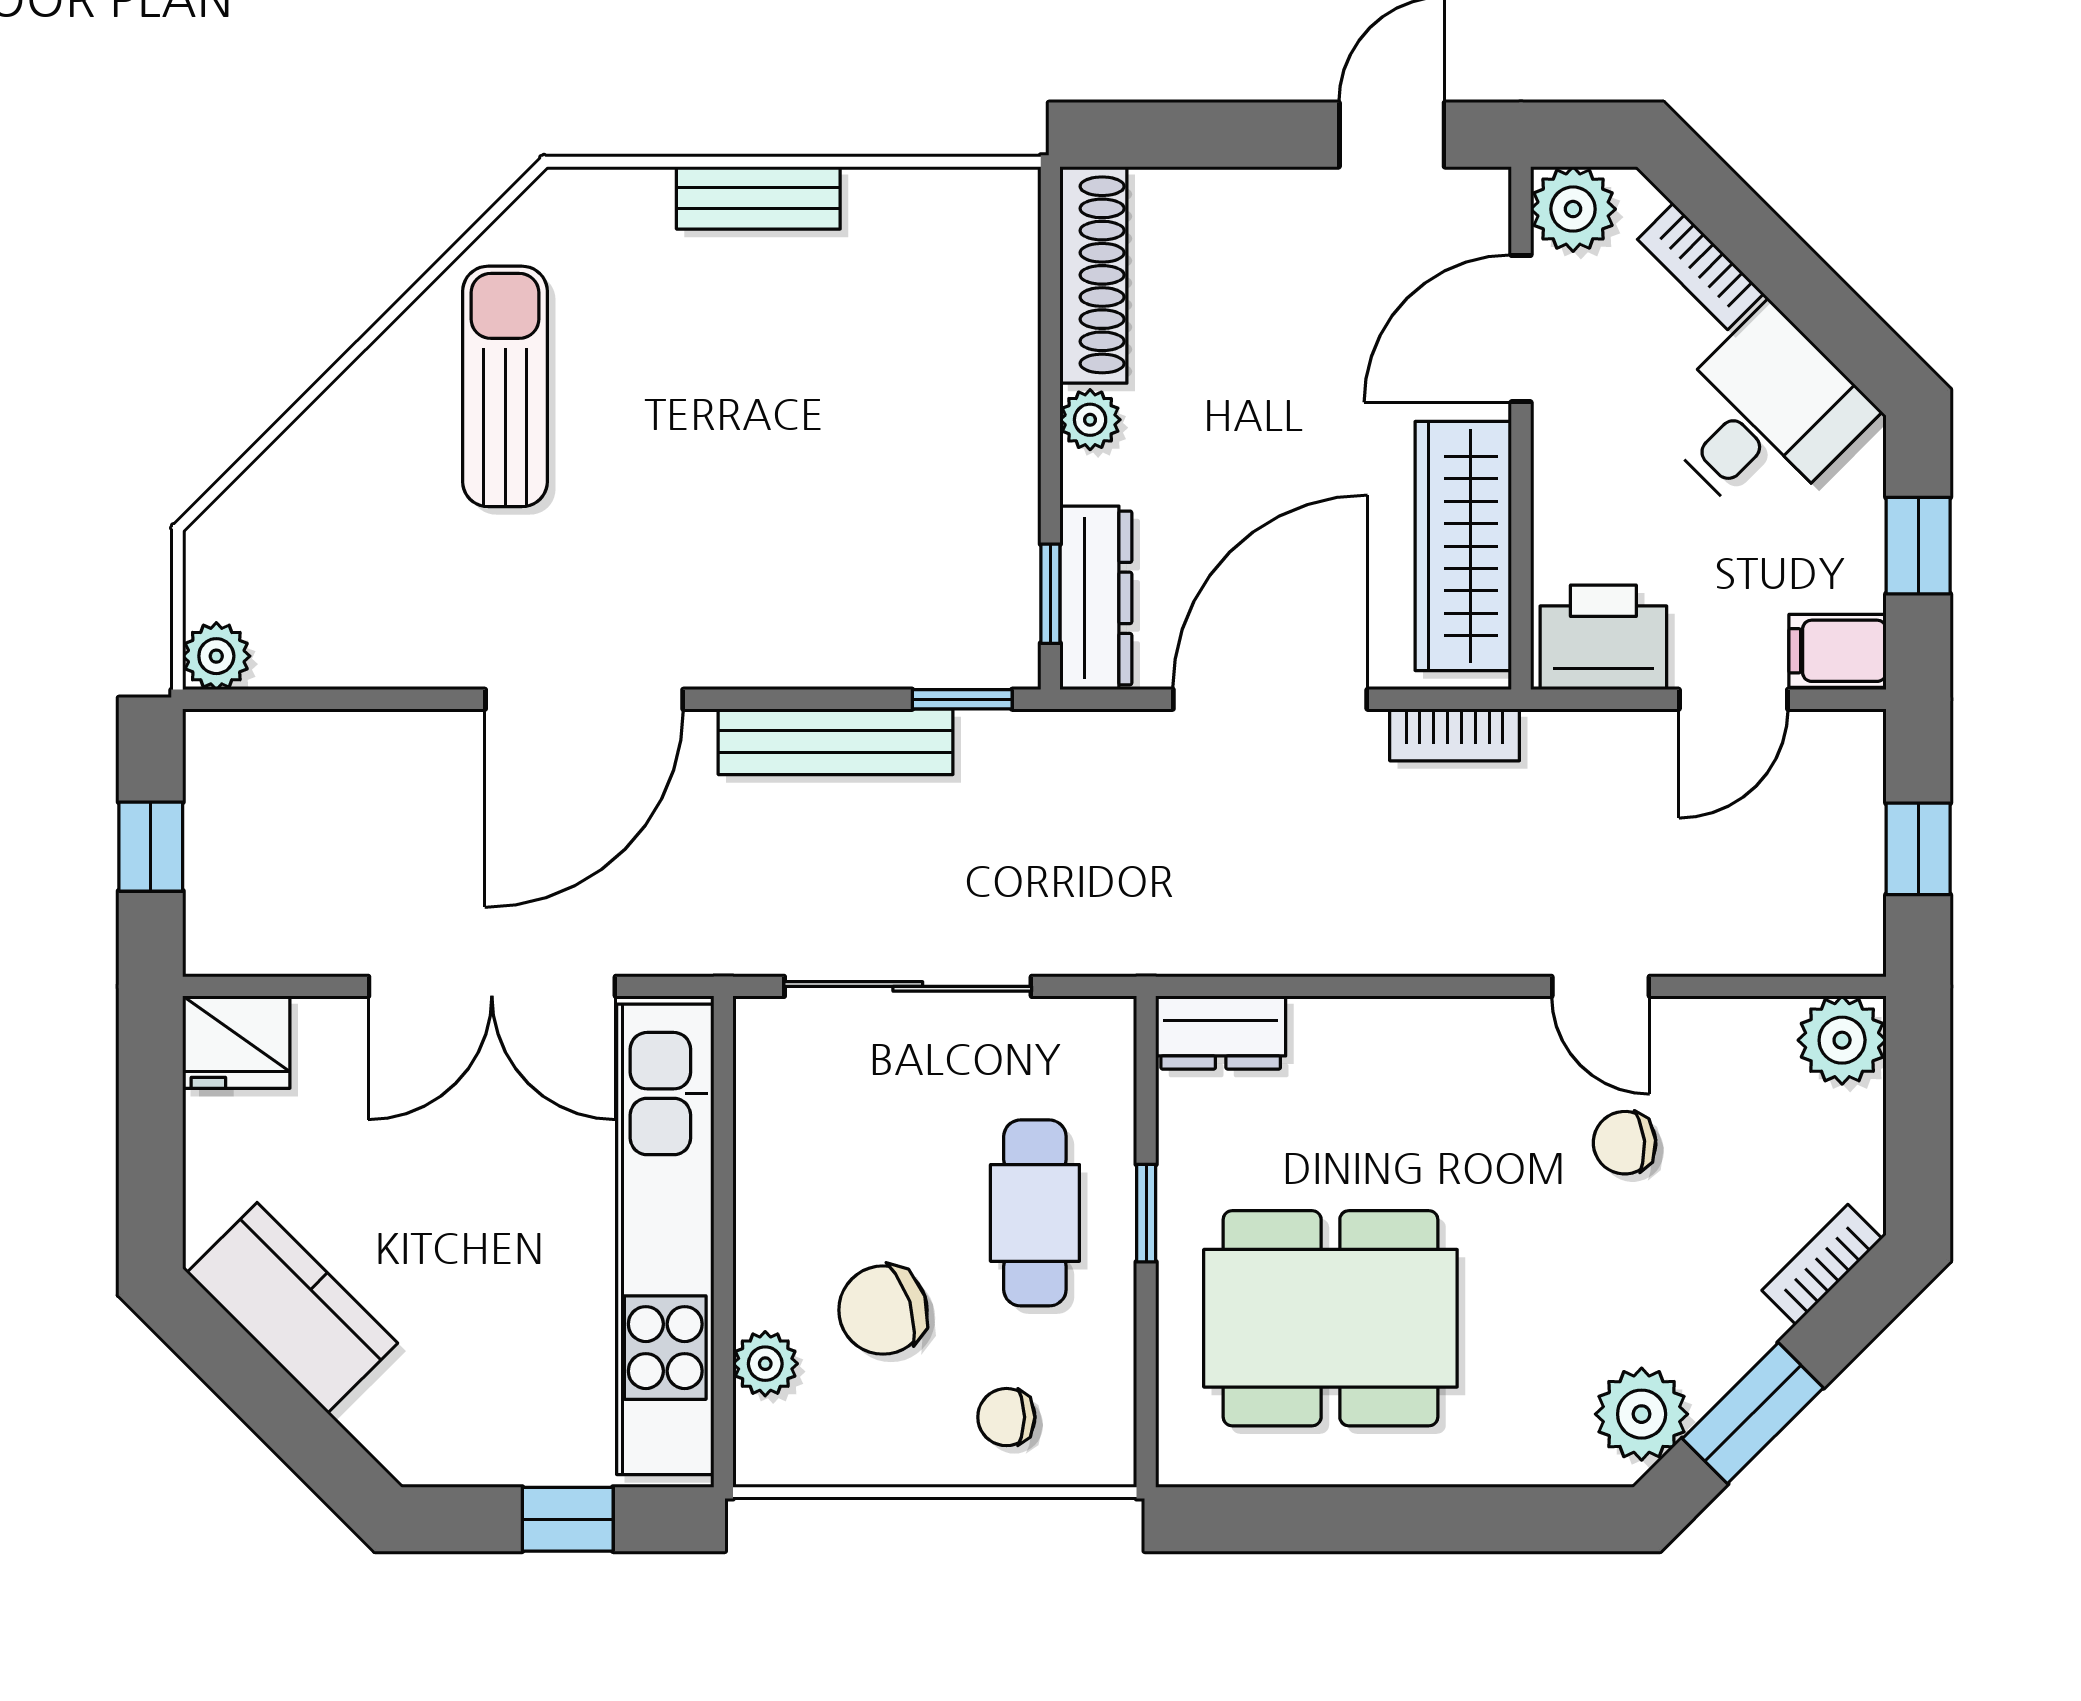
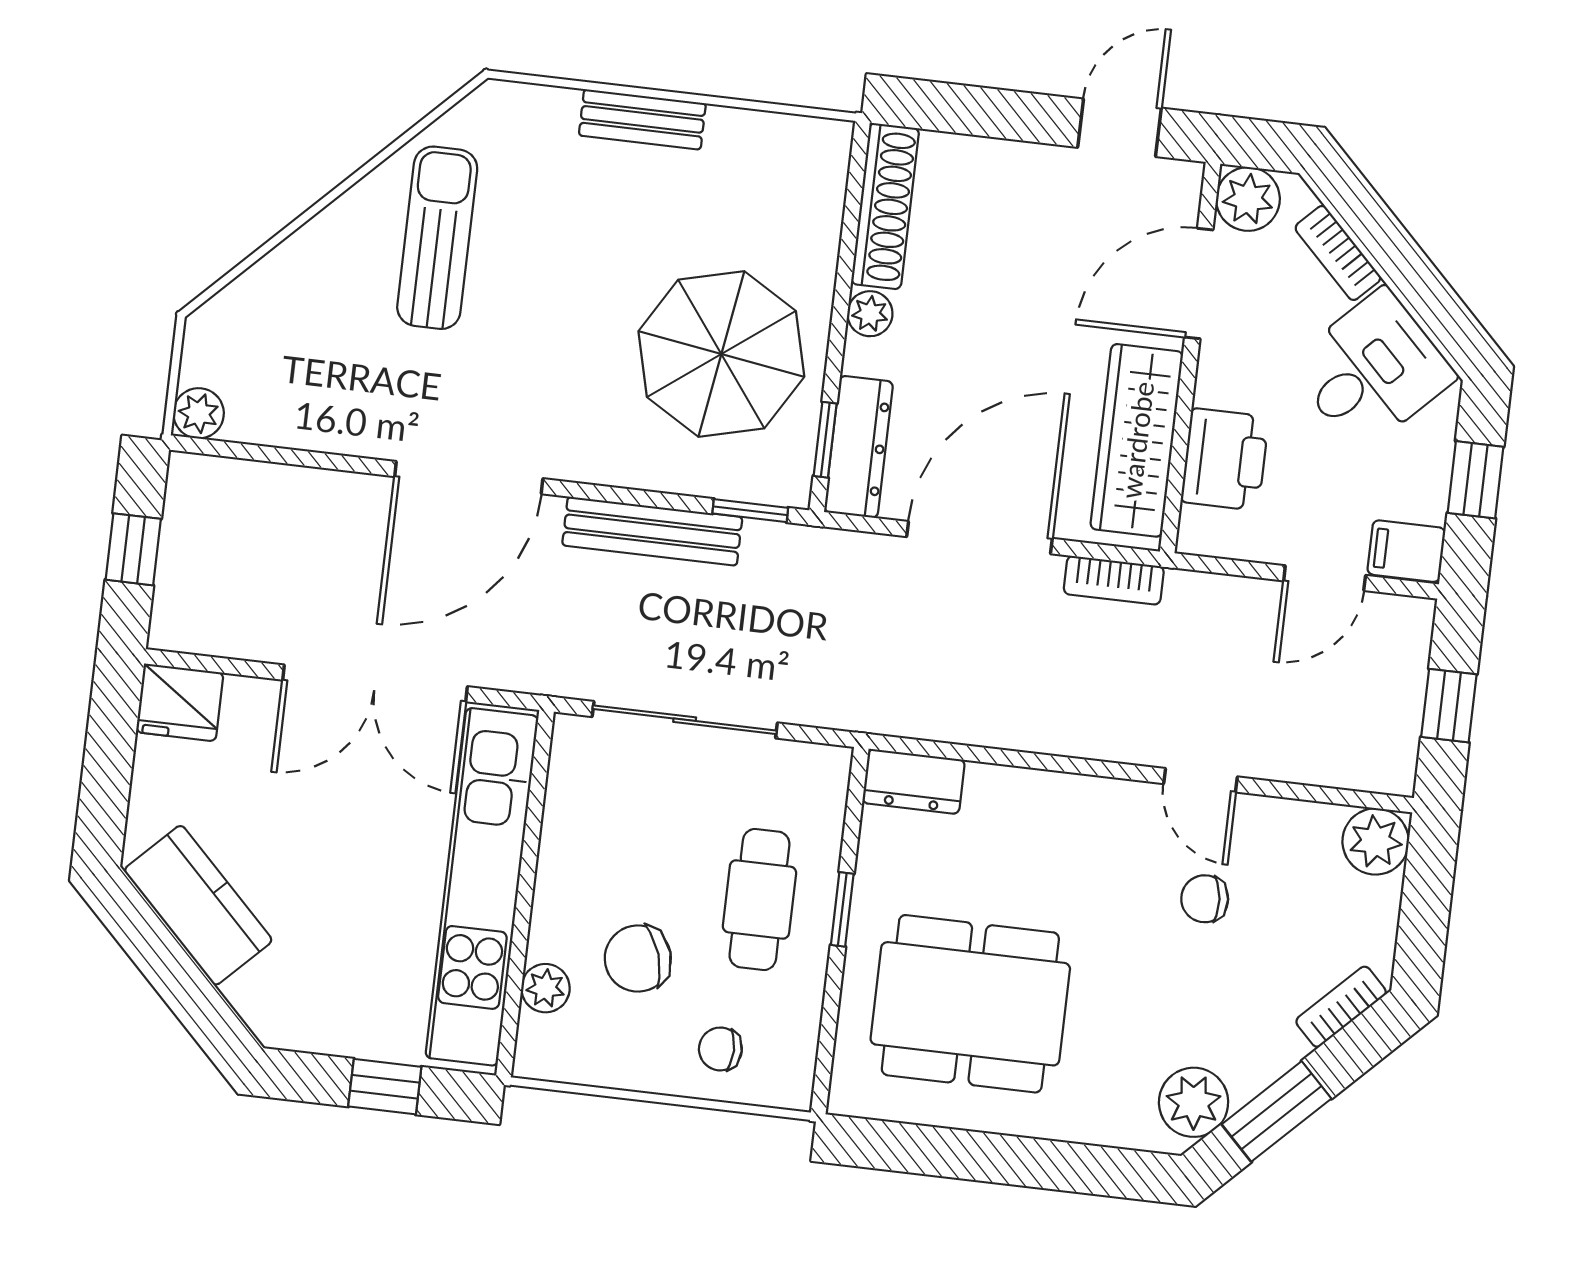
parasol: (899, 496) -> (721, 354), added
printer: (1603, 637) -> (1225, 459), moved, turned 90

